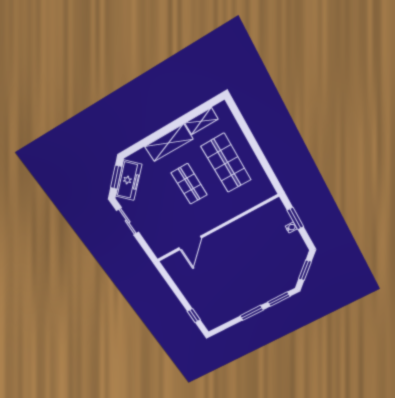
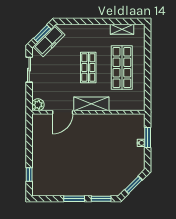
shelving: (169, 143) -> (91, 104), moved
plant: (160, 250) -> (38, 105), added

